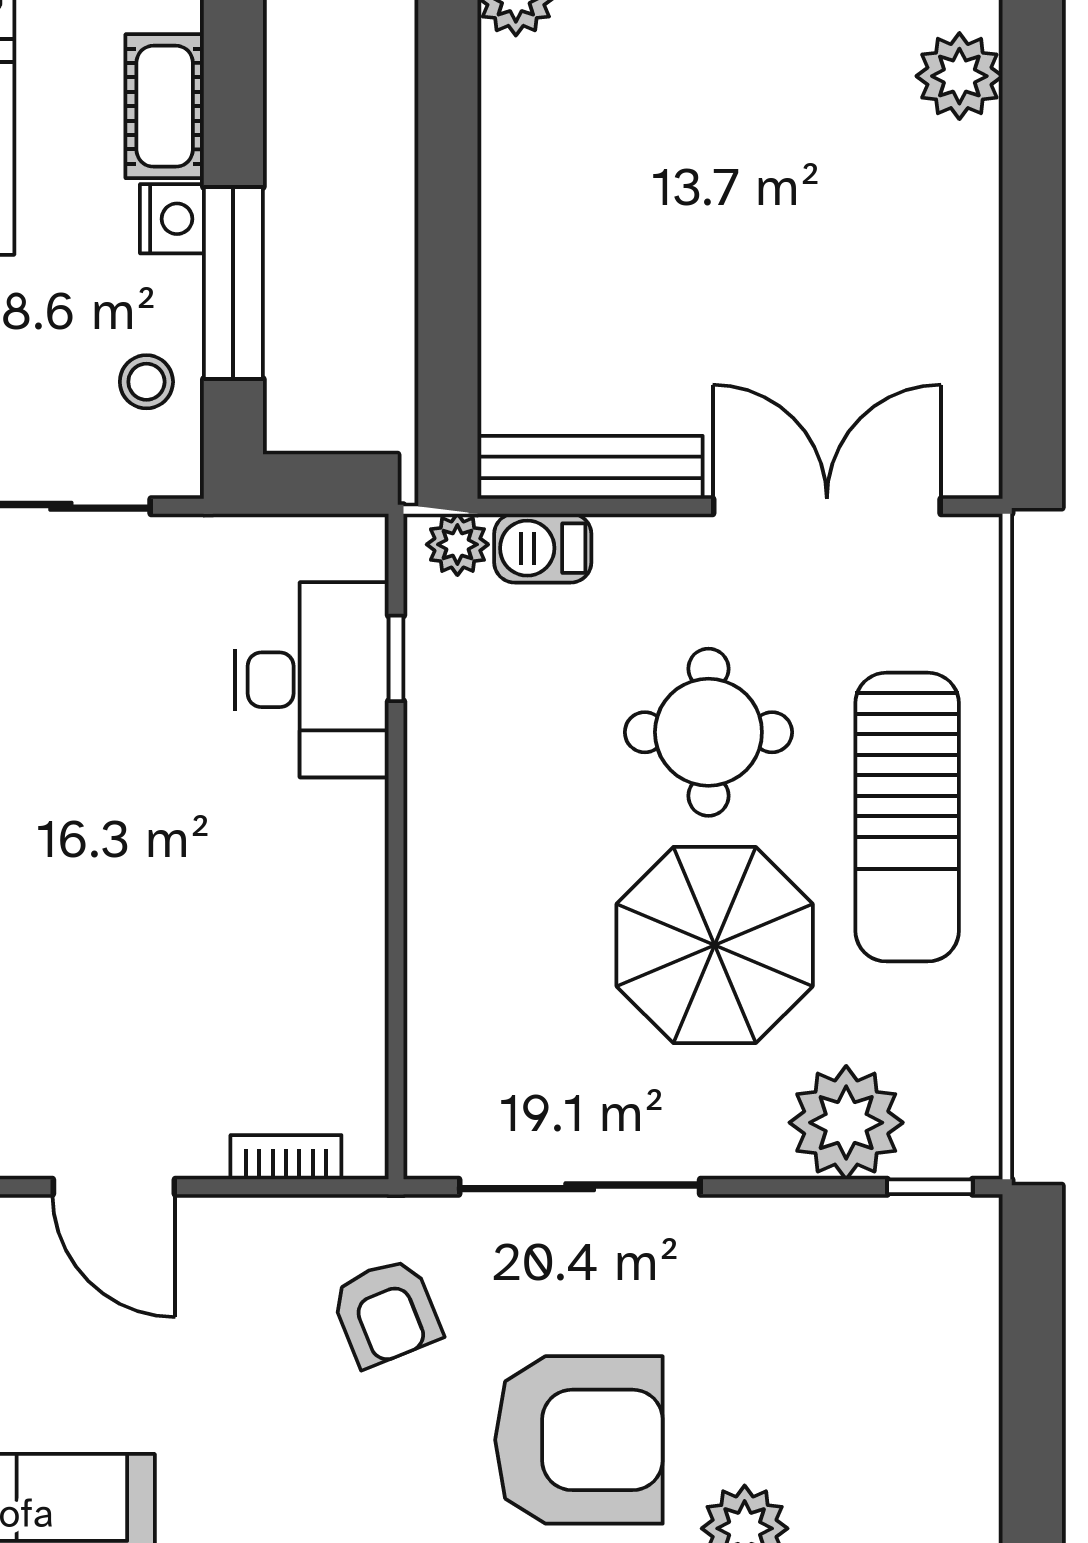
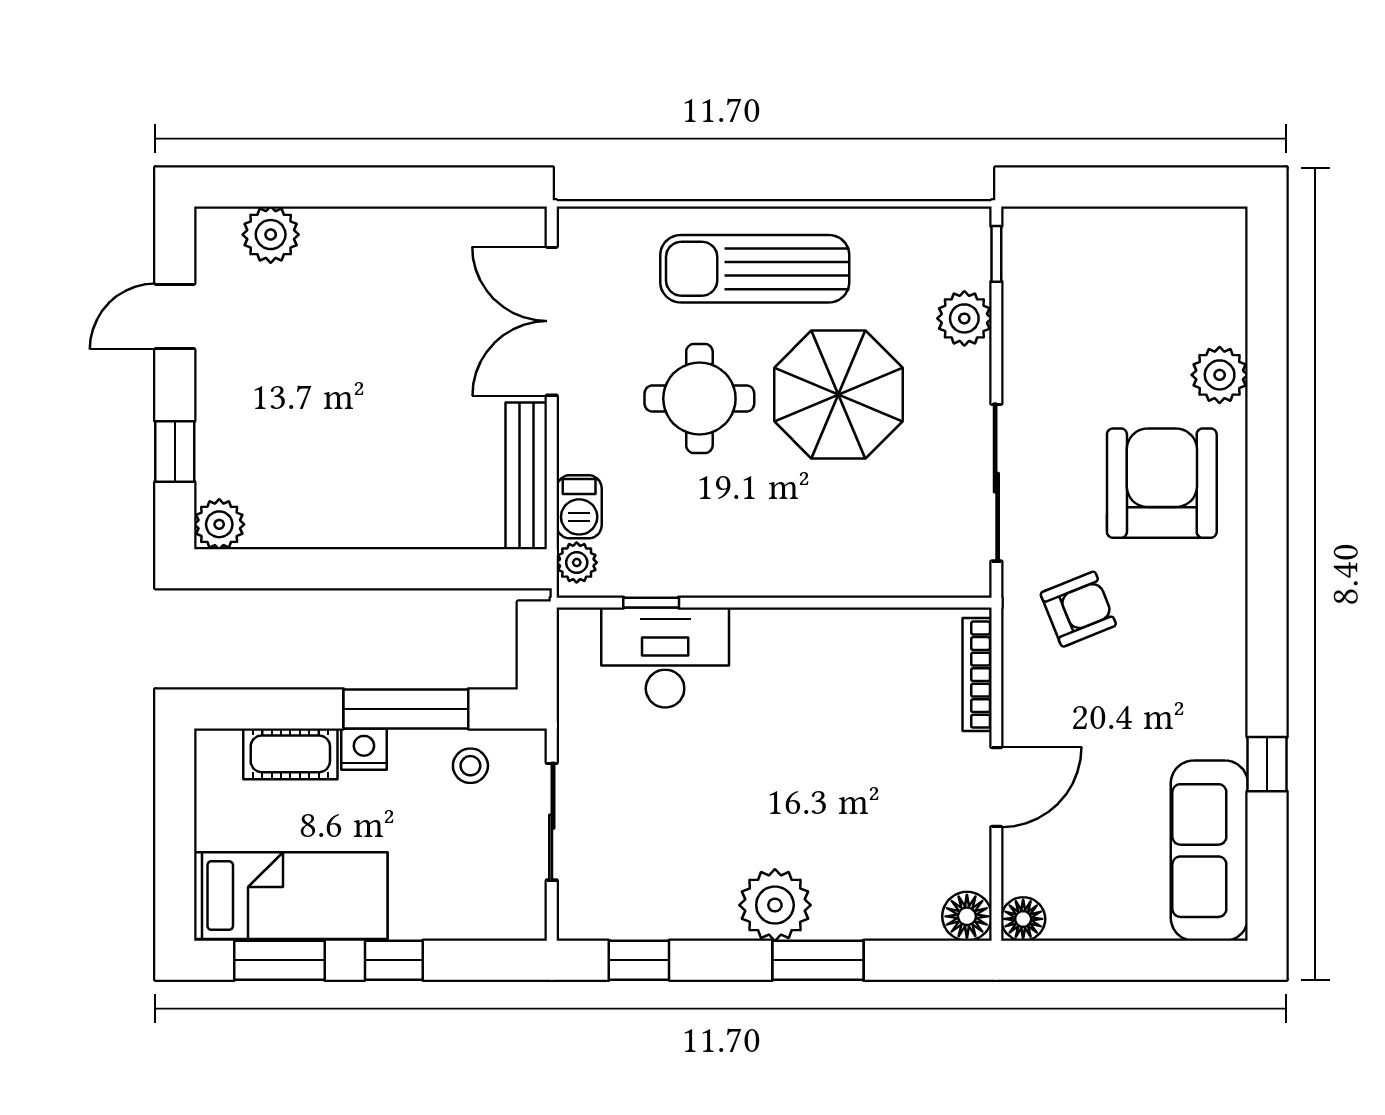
sun lounger: (907, 817) -> (755, 269), turned 180
plant: (846, 1123) -> (964, 318), width x0.73, depth x0.73
bookcase: (286, 1157) -> (977, 675), width x1.56

